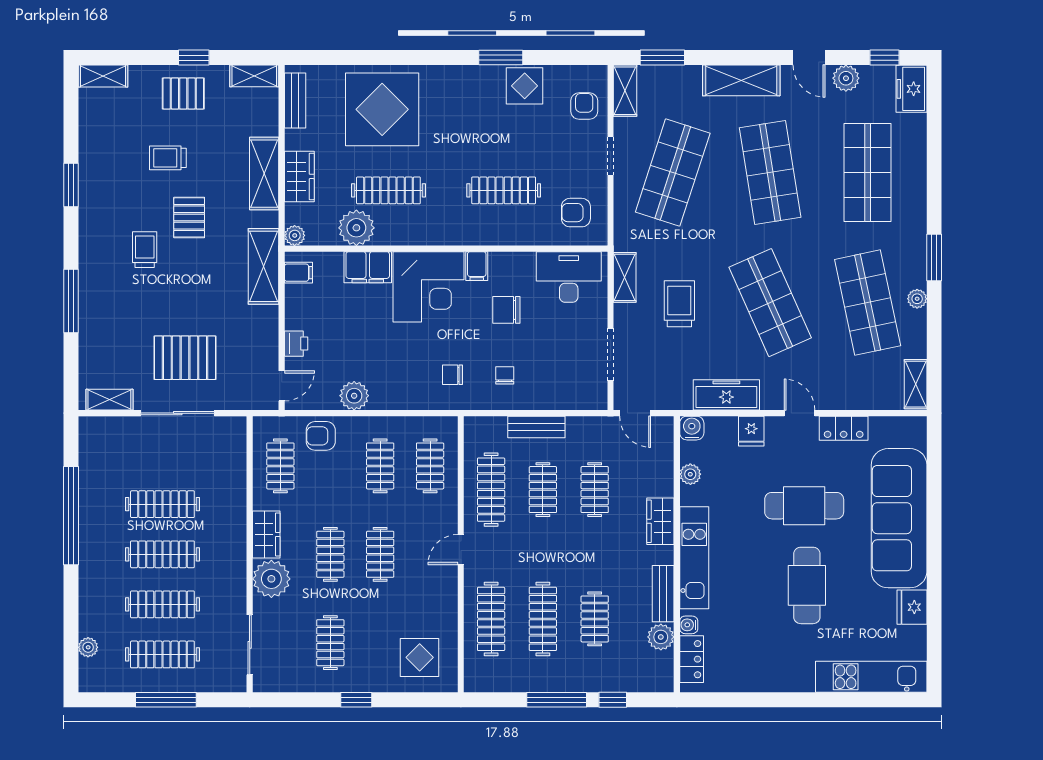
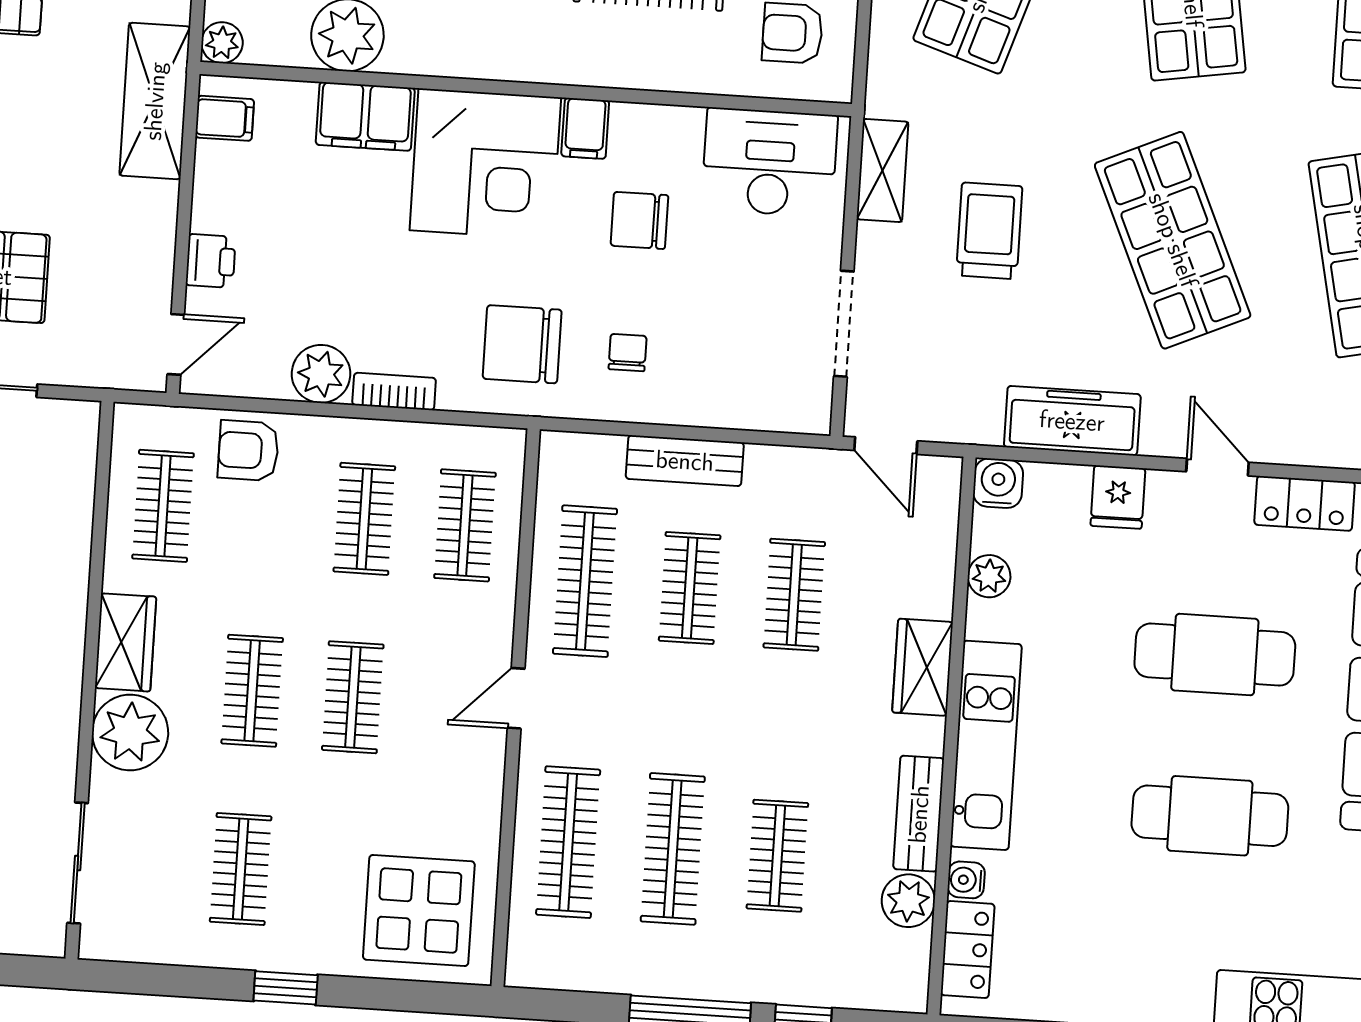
chair: (452, 375) -> (522, 344), width x1.87, depth x1.87
bookcase: (391, 402) -> (394, 391), added
cafe table: (807, 585) -> (1210, 816), turned 90
display table: (420, 657) -> (419, 910), width x1.36, depth x1.36

